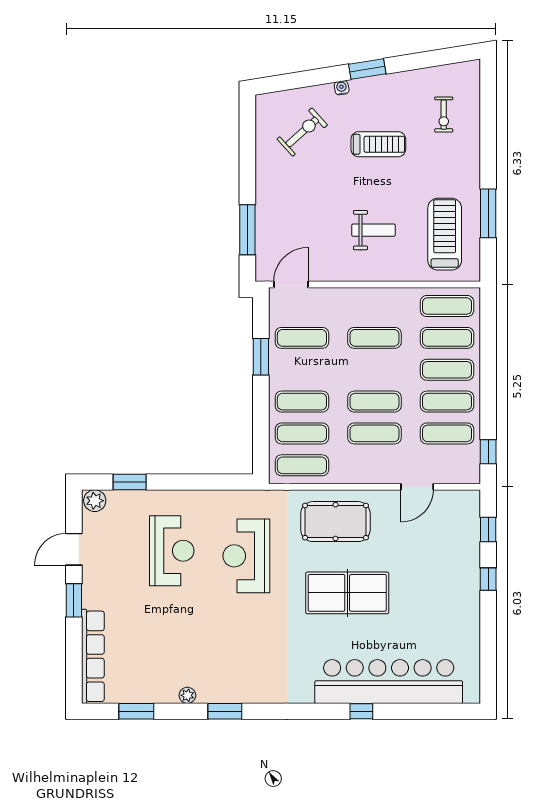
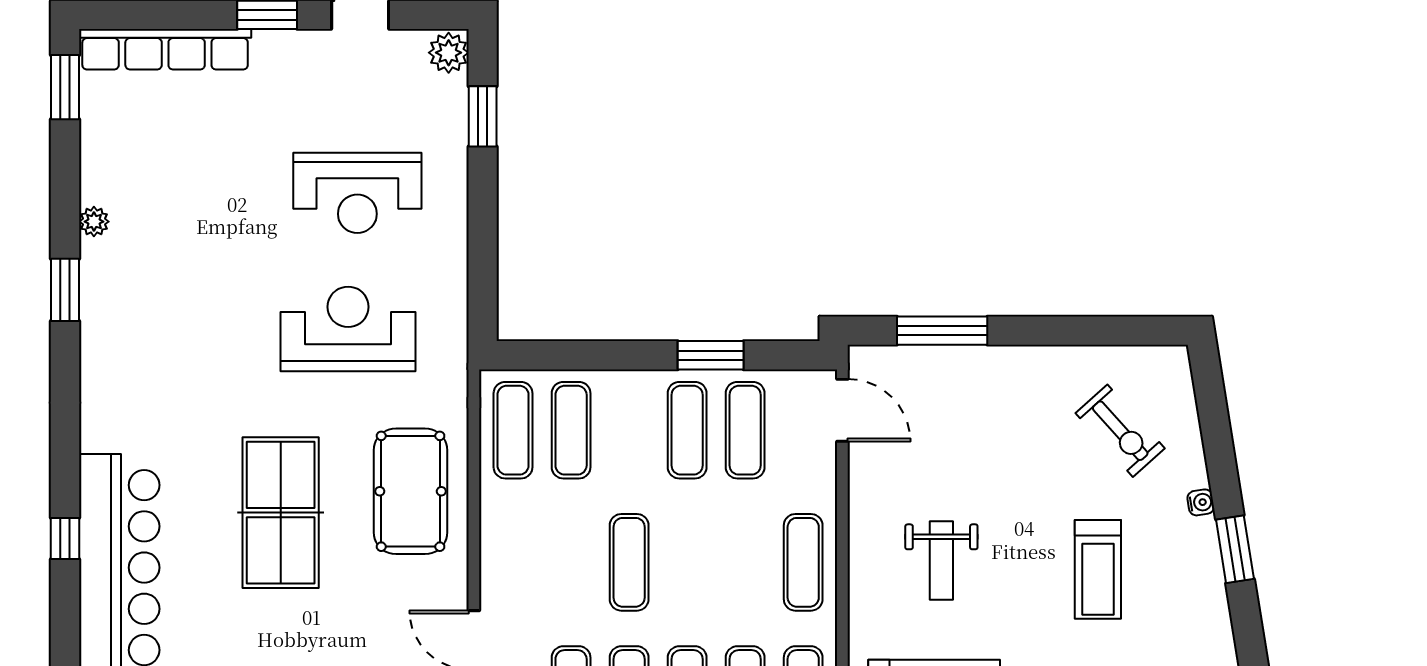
exercise mat: (374, 338) -> (803, 562), moved
exercise mat: (302, 402) -> (687, 430), moved
exercise mat: (374, 433) -> (571, 562), removed
window: (136, 711) -> (65, 87), moved

